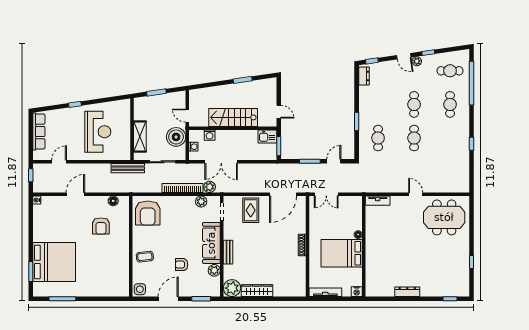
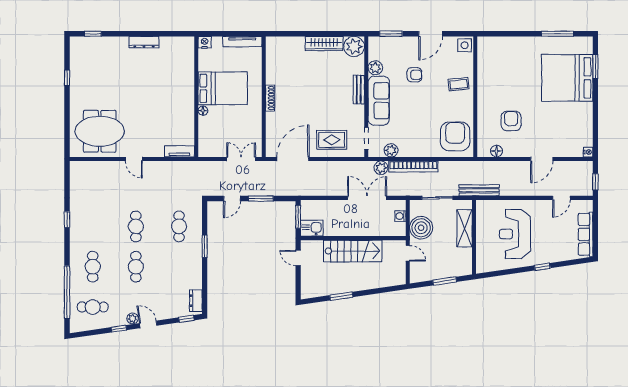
washing machine: (210, 135) -> (381, 230), removed
rug: (251, 210) -> (332, 140), turned 90

